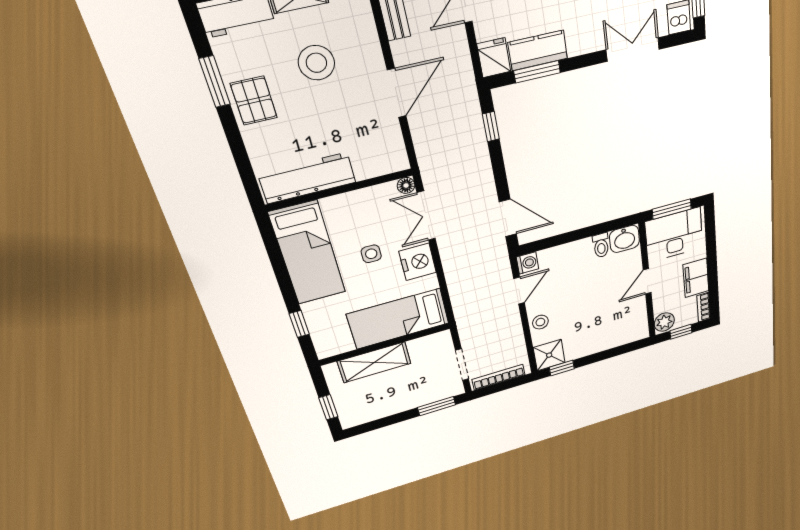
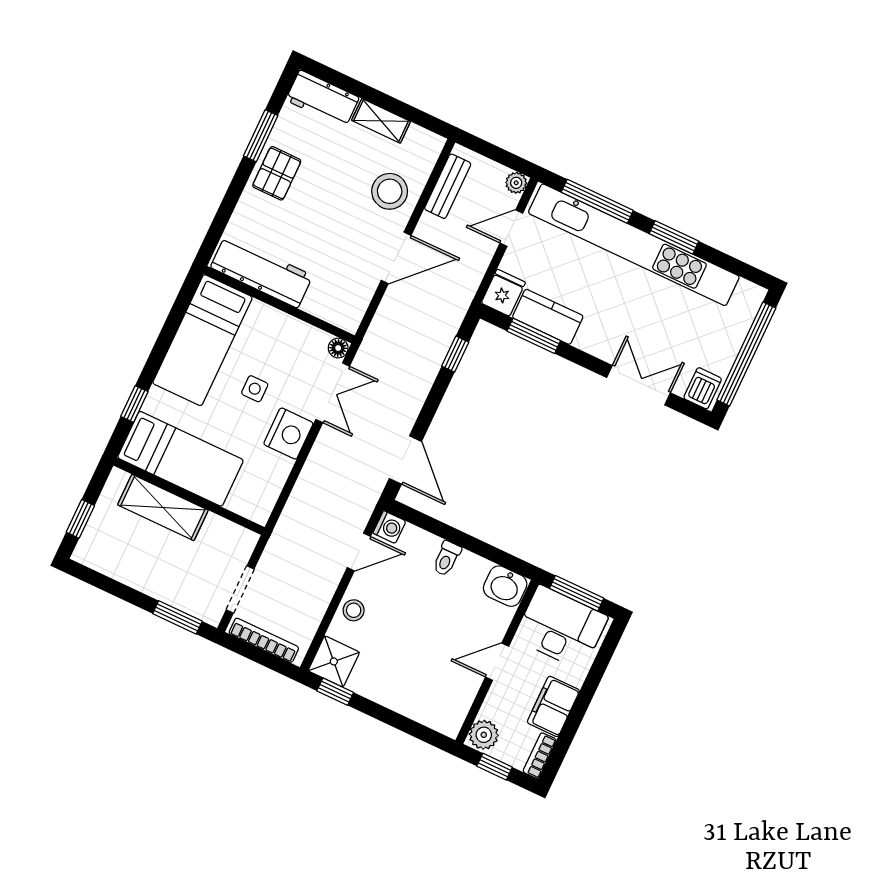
stool: (316, 63) -> (390, 191), moved
double door: (426, 216) -> (333, 393), swing flipped
toilet: (601, 245) -> (447, 558), moved
bed: (398, 319) -> (180, 459), moved, turned 180

